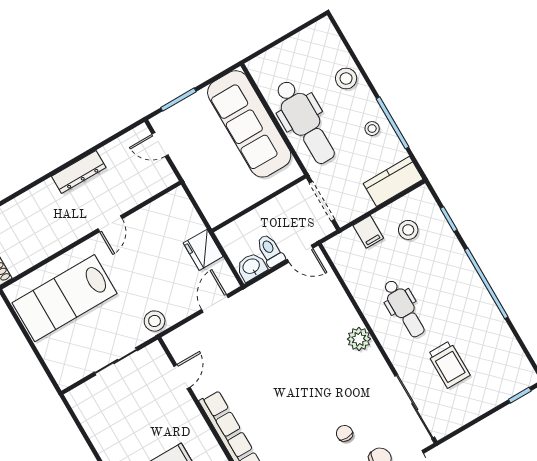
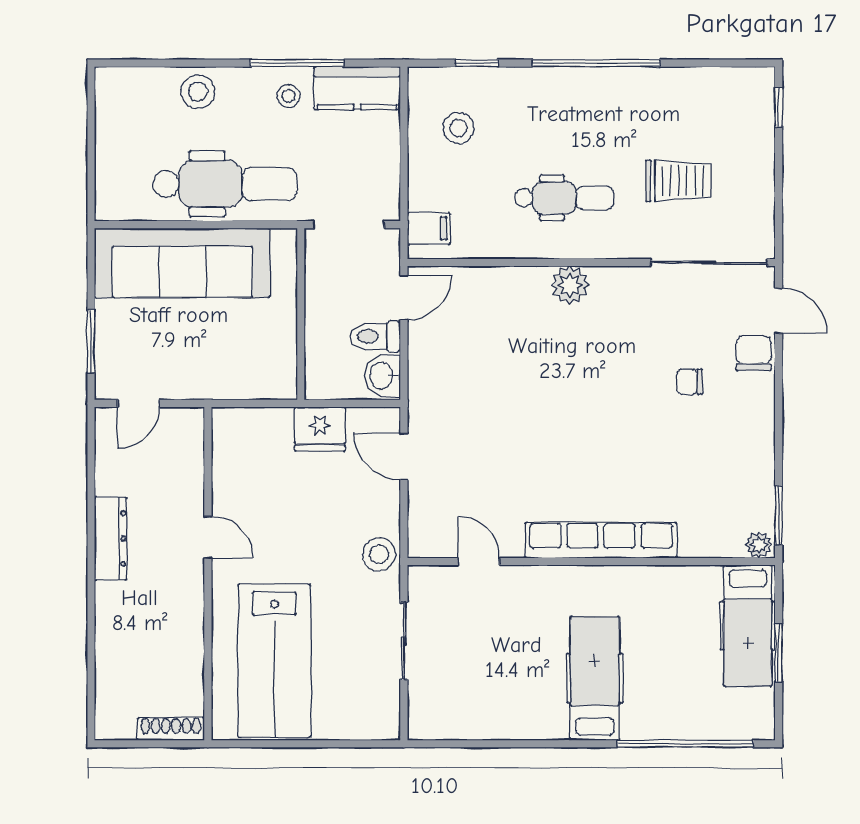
kitchen counter: (393, 181) -> (357, 88), moved, turned -90
filing cabinet: (368, 232) -> (429, 228), moved

